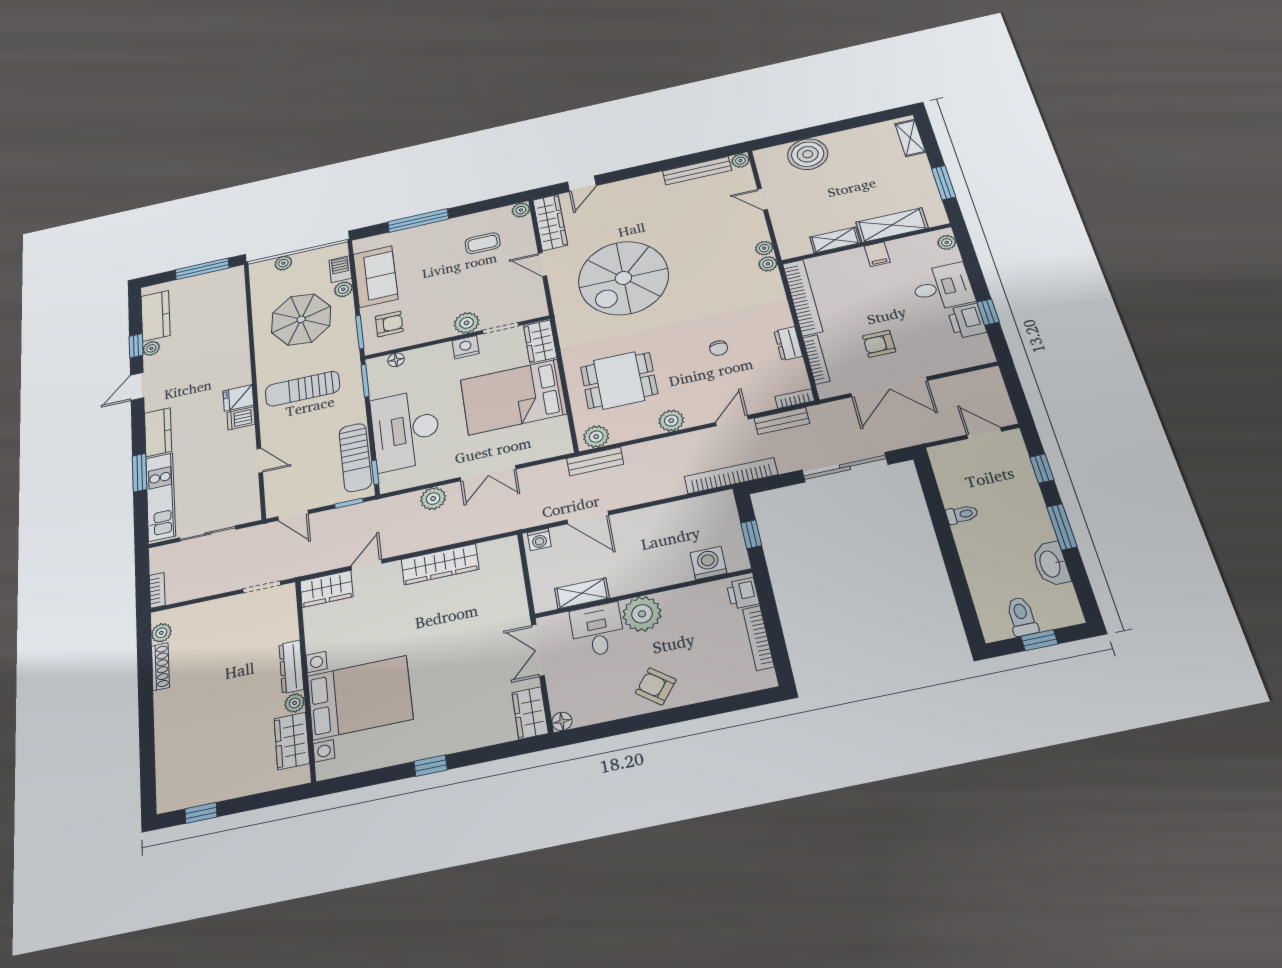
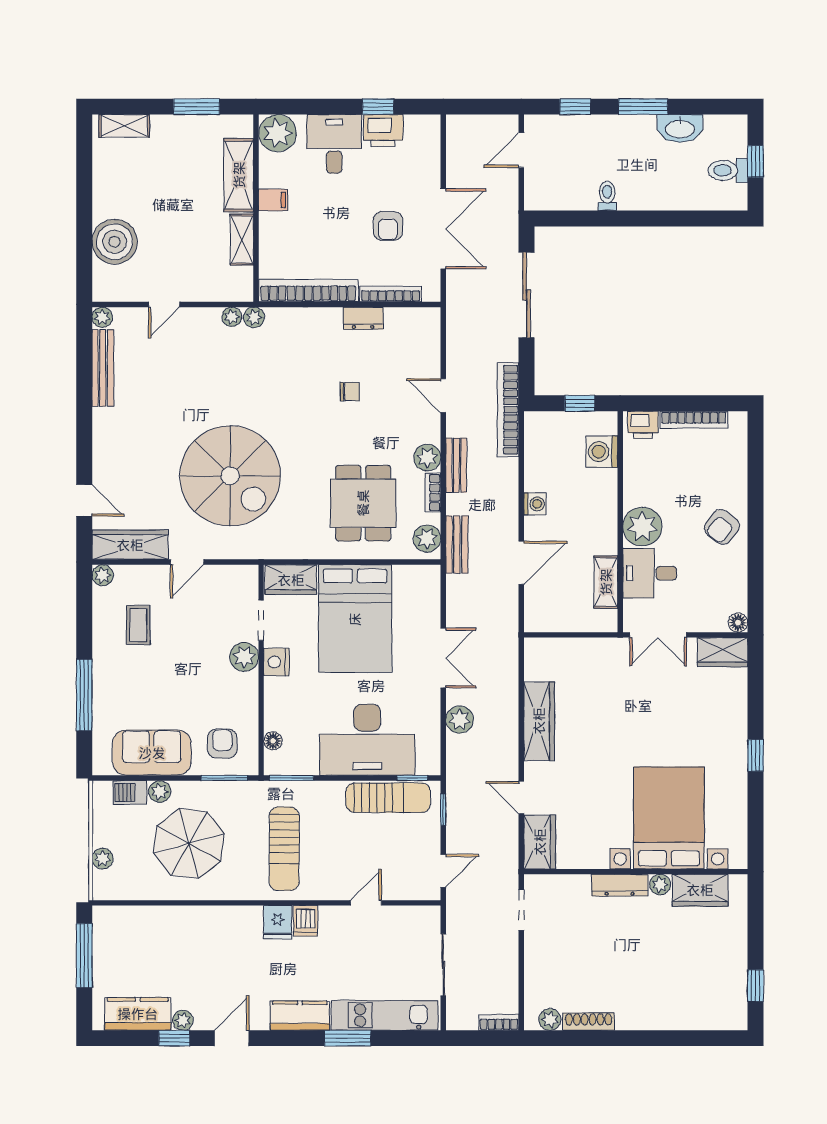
plant: (947, 242) -> (278, 133), width x1.88, depth x1.88
door: (137, 386) -> (232, 1038), swing flipped
bookcase: (795, 399) -> (433, 493), moved
bench: (782, 421) -> (456, 465), moved
washing machine: (539, 540) -> (535, 504), moved

